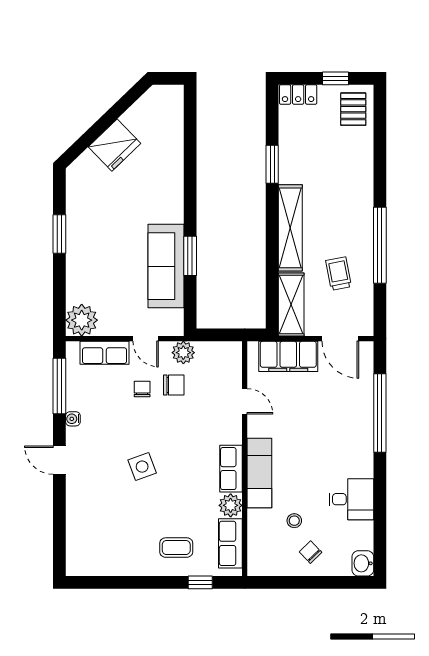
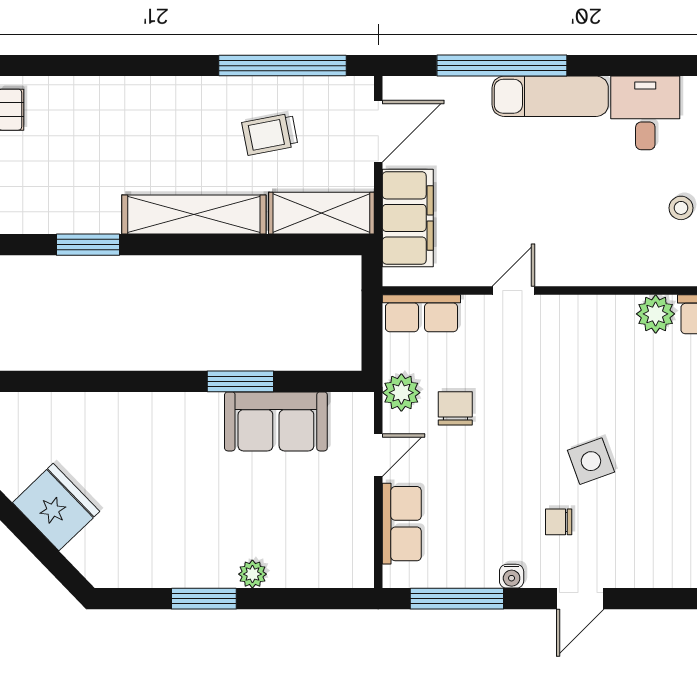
window: (380, 245) -> (282, 66), moved
sofa: (166, 266) -> (276, 421), width x0.73
plant: (82, 320) -> (252, 574), moved, width x0.53, depth x0.53
chair: (142, 389) -> (559, 522), moved
door: (245, 401) -> (513, 290), moved
row of seats: (231, 469) -> (421, 313), moved
exam couch: (259, 473) -> (550, 96), moved, turned 180

